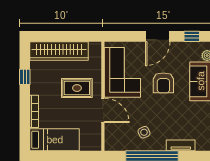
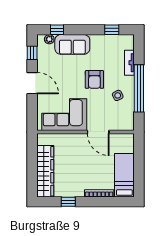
armchair: (163, 83) -> (94, 79), moved, turned 90
rug: (77, 88) -> (78, 155), removed
door: (103, 110) -> (98, 132), swing flipped

